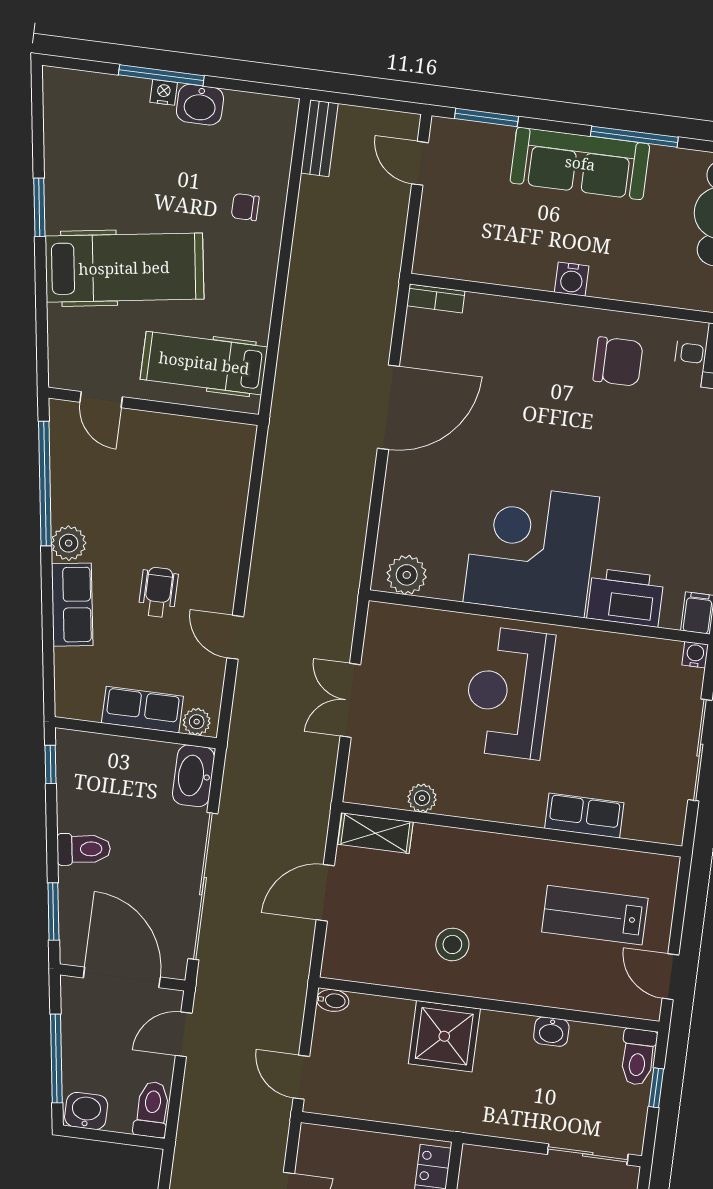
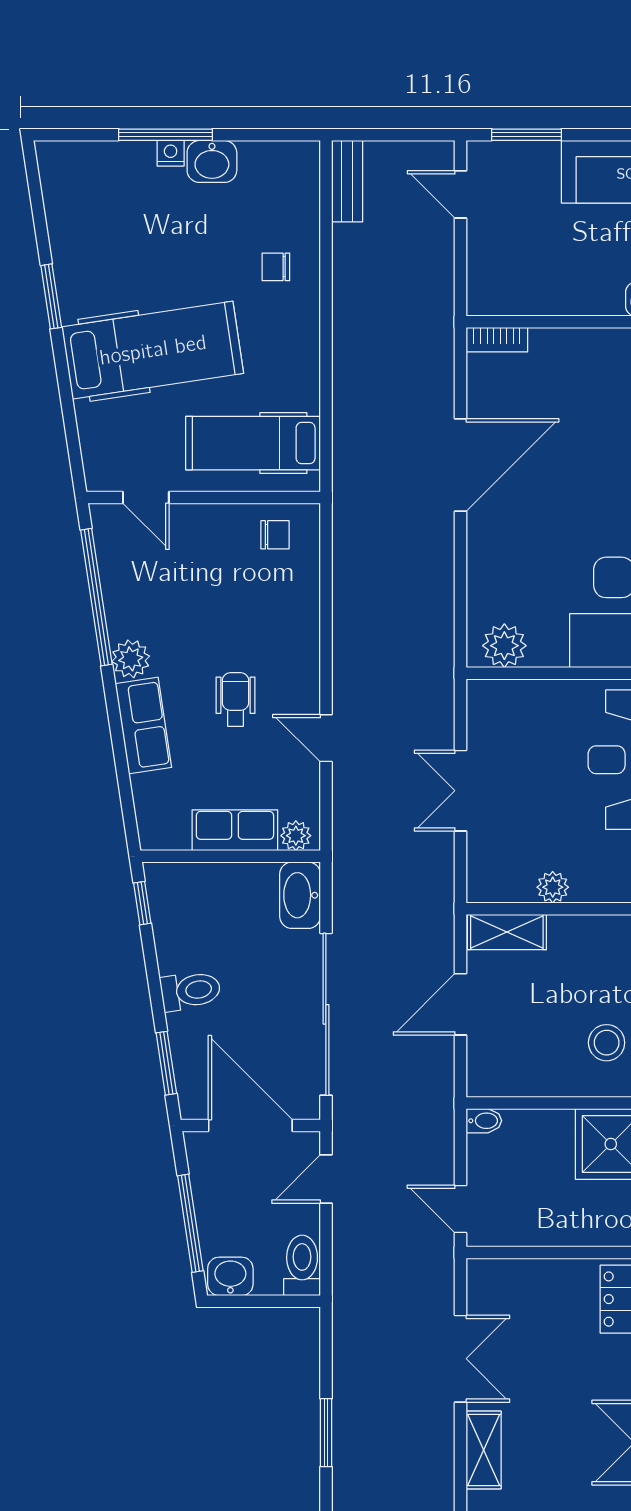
chair: (213, 448) -> (275, 535), added

